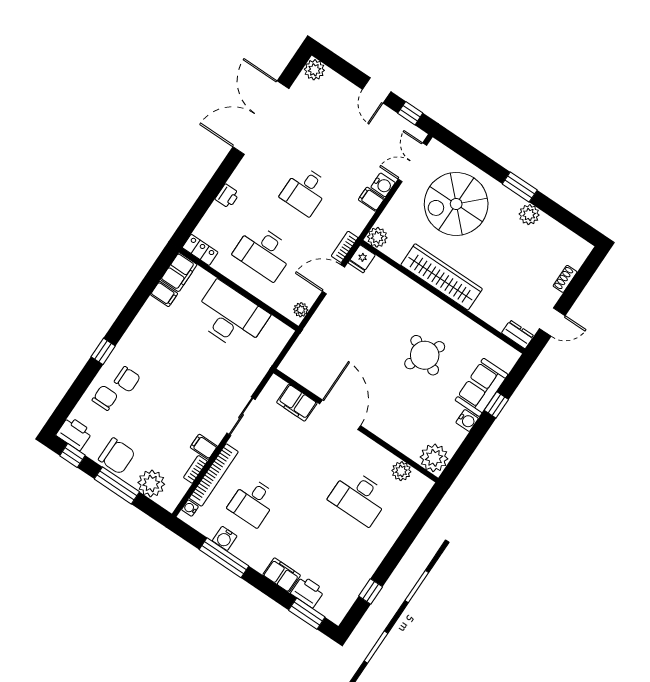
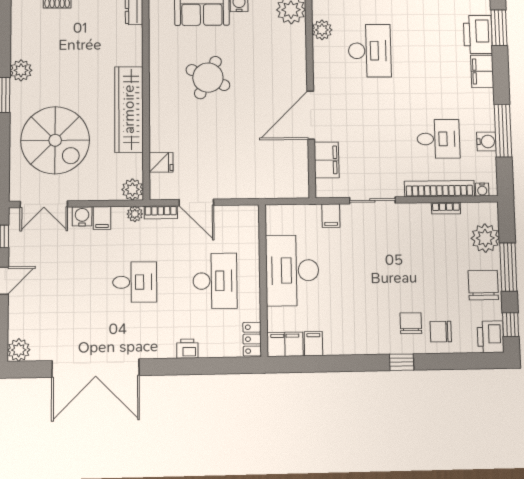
fridge: (362, 259) -> (161, 162), moved
plant: (301, 310) -> (135, 214), moved
filing cabinet: (204, 447) -> (331, 216), moved
printer: (308, 592) -> (478, 34), width x1.37, depth x1.19

